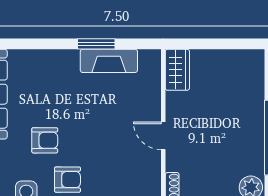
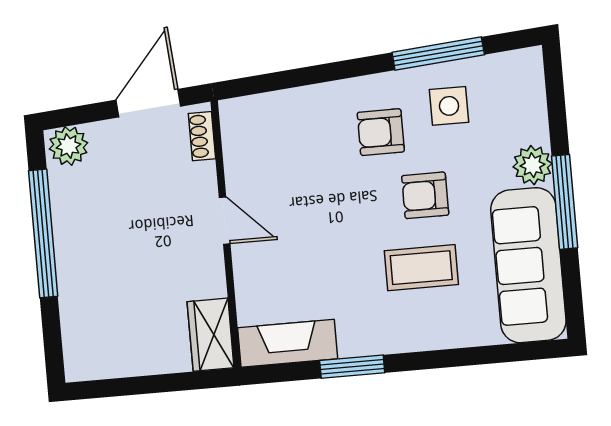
fireplace: (109, 61) -> (288, 343), moved
coffee table: (51, 98) -> (421, 268), added

